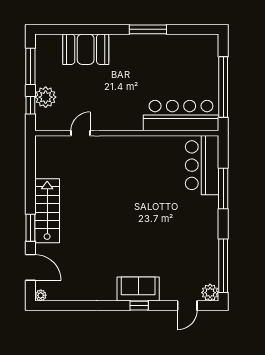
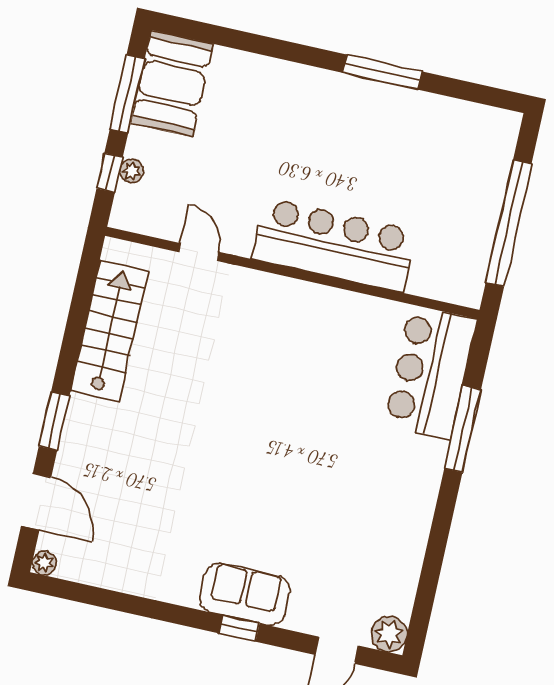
booth: (86, 49) -> (172, 83), moved, turned 90
plant: (46, 97) -> (132, 171), width x0.53, depth x0.53
bar counter: (181, 116) -> (334, 245), moved
door: (81, 133) -> (199, 252), hinge flipped
stairs: (47, 211) -> (110, 331), moved
window: (223, 266) -> (428, 586), removed

